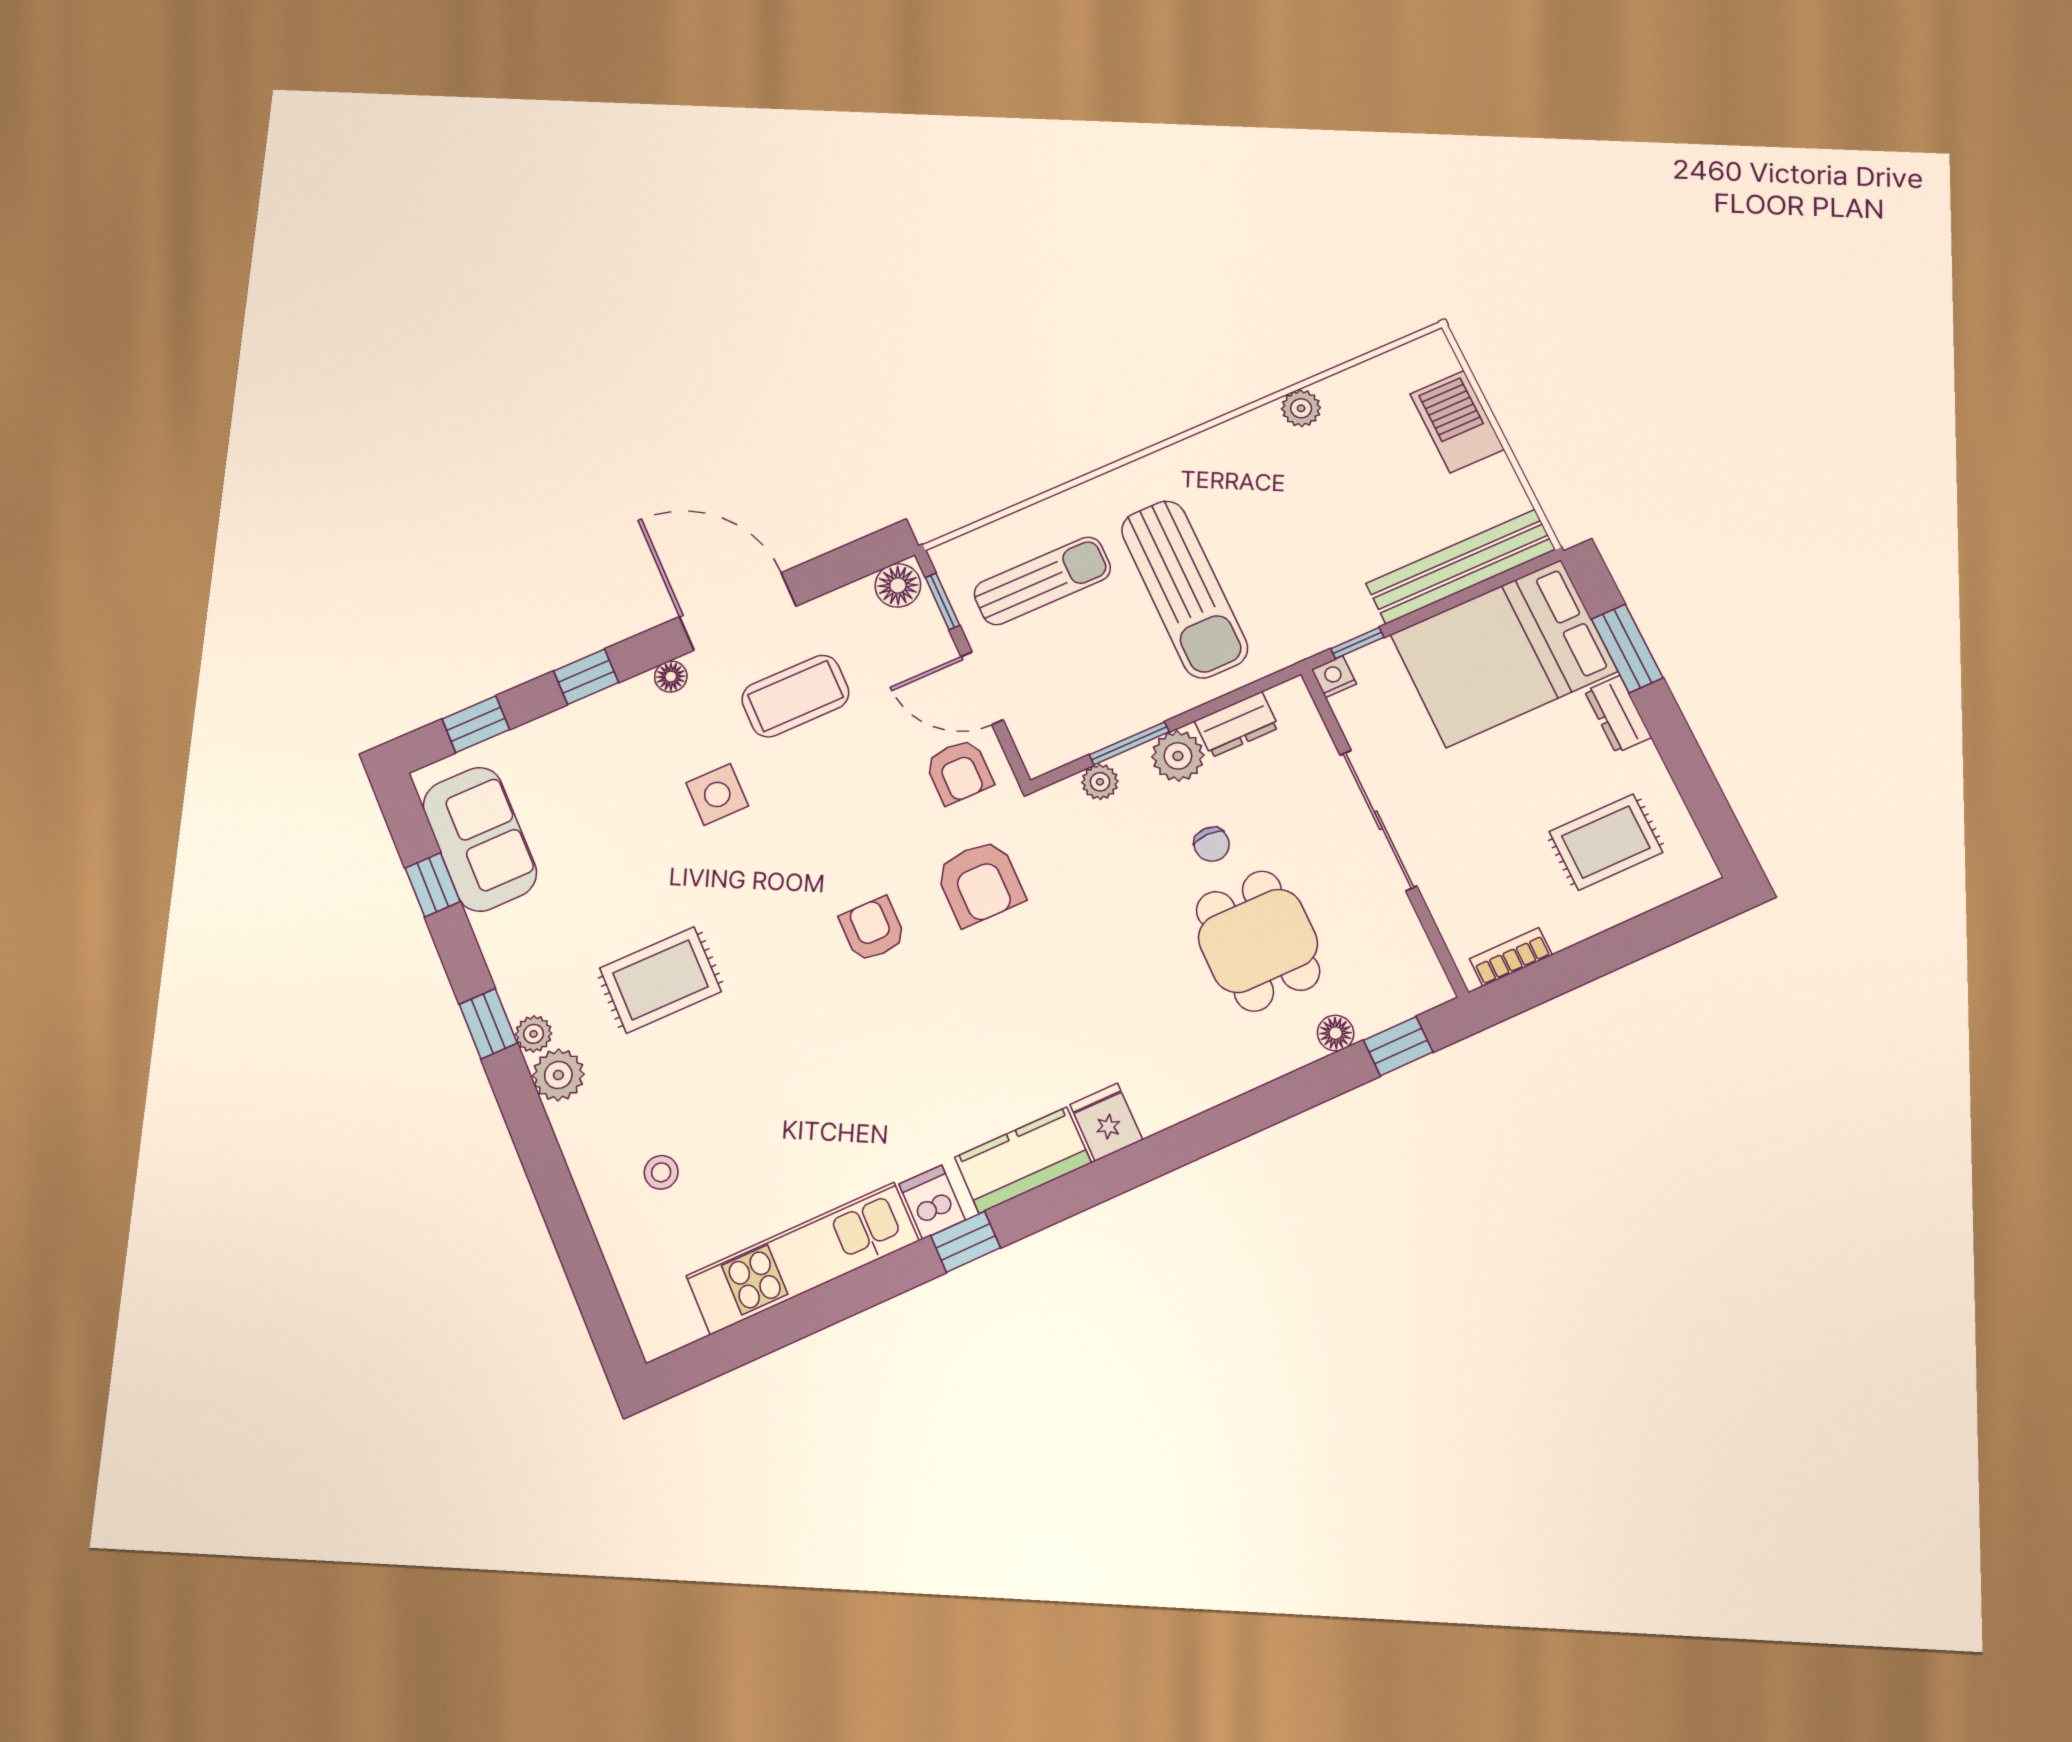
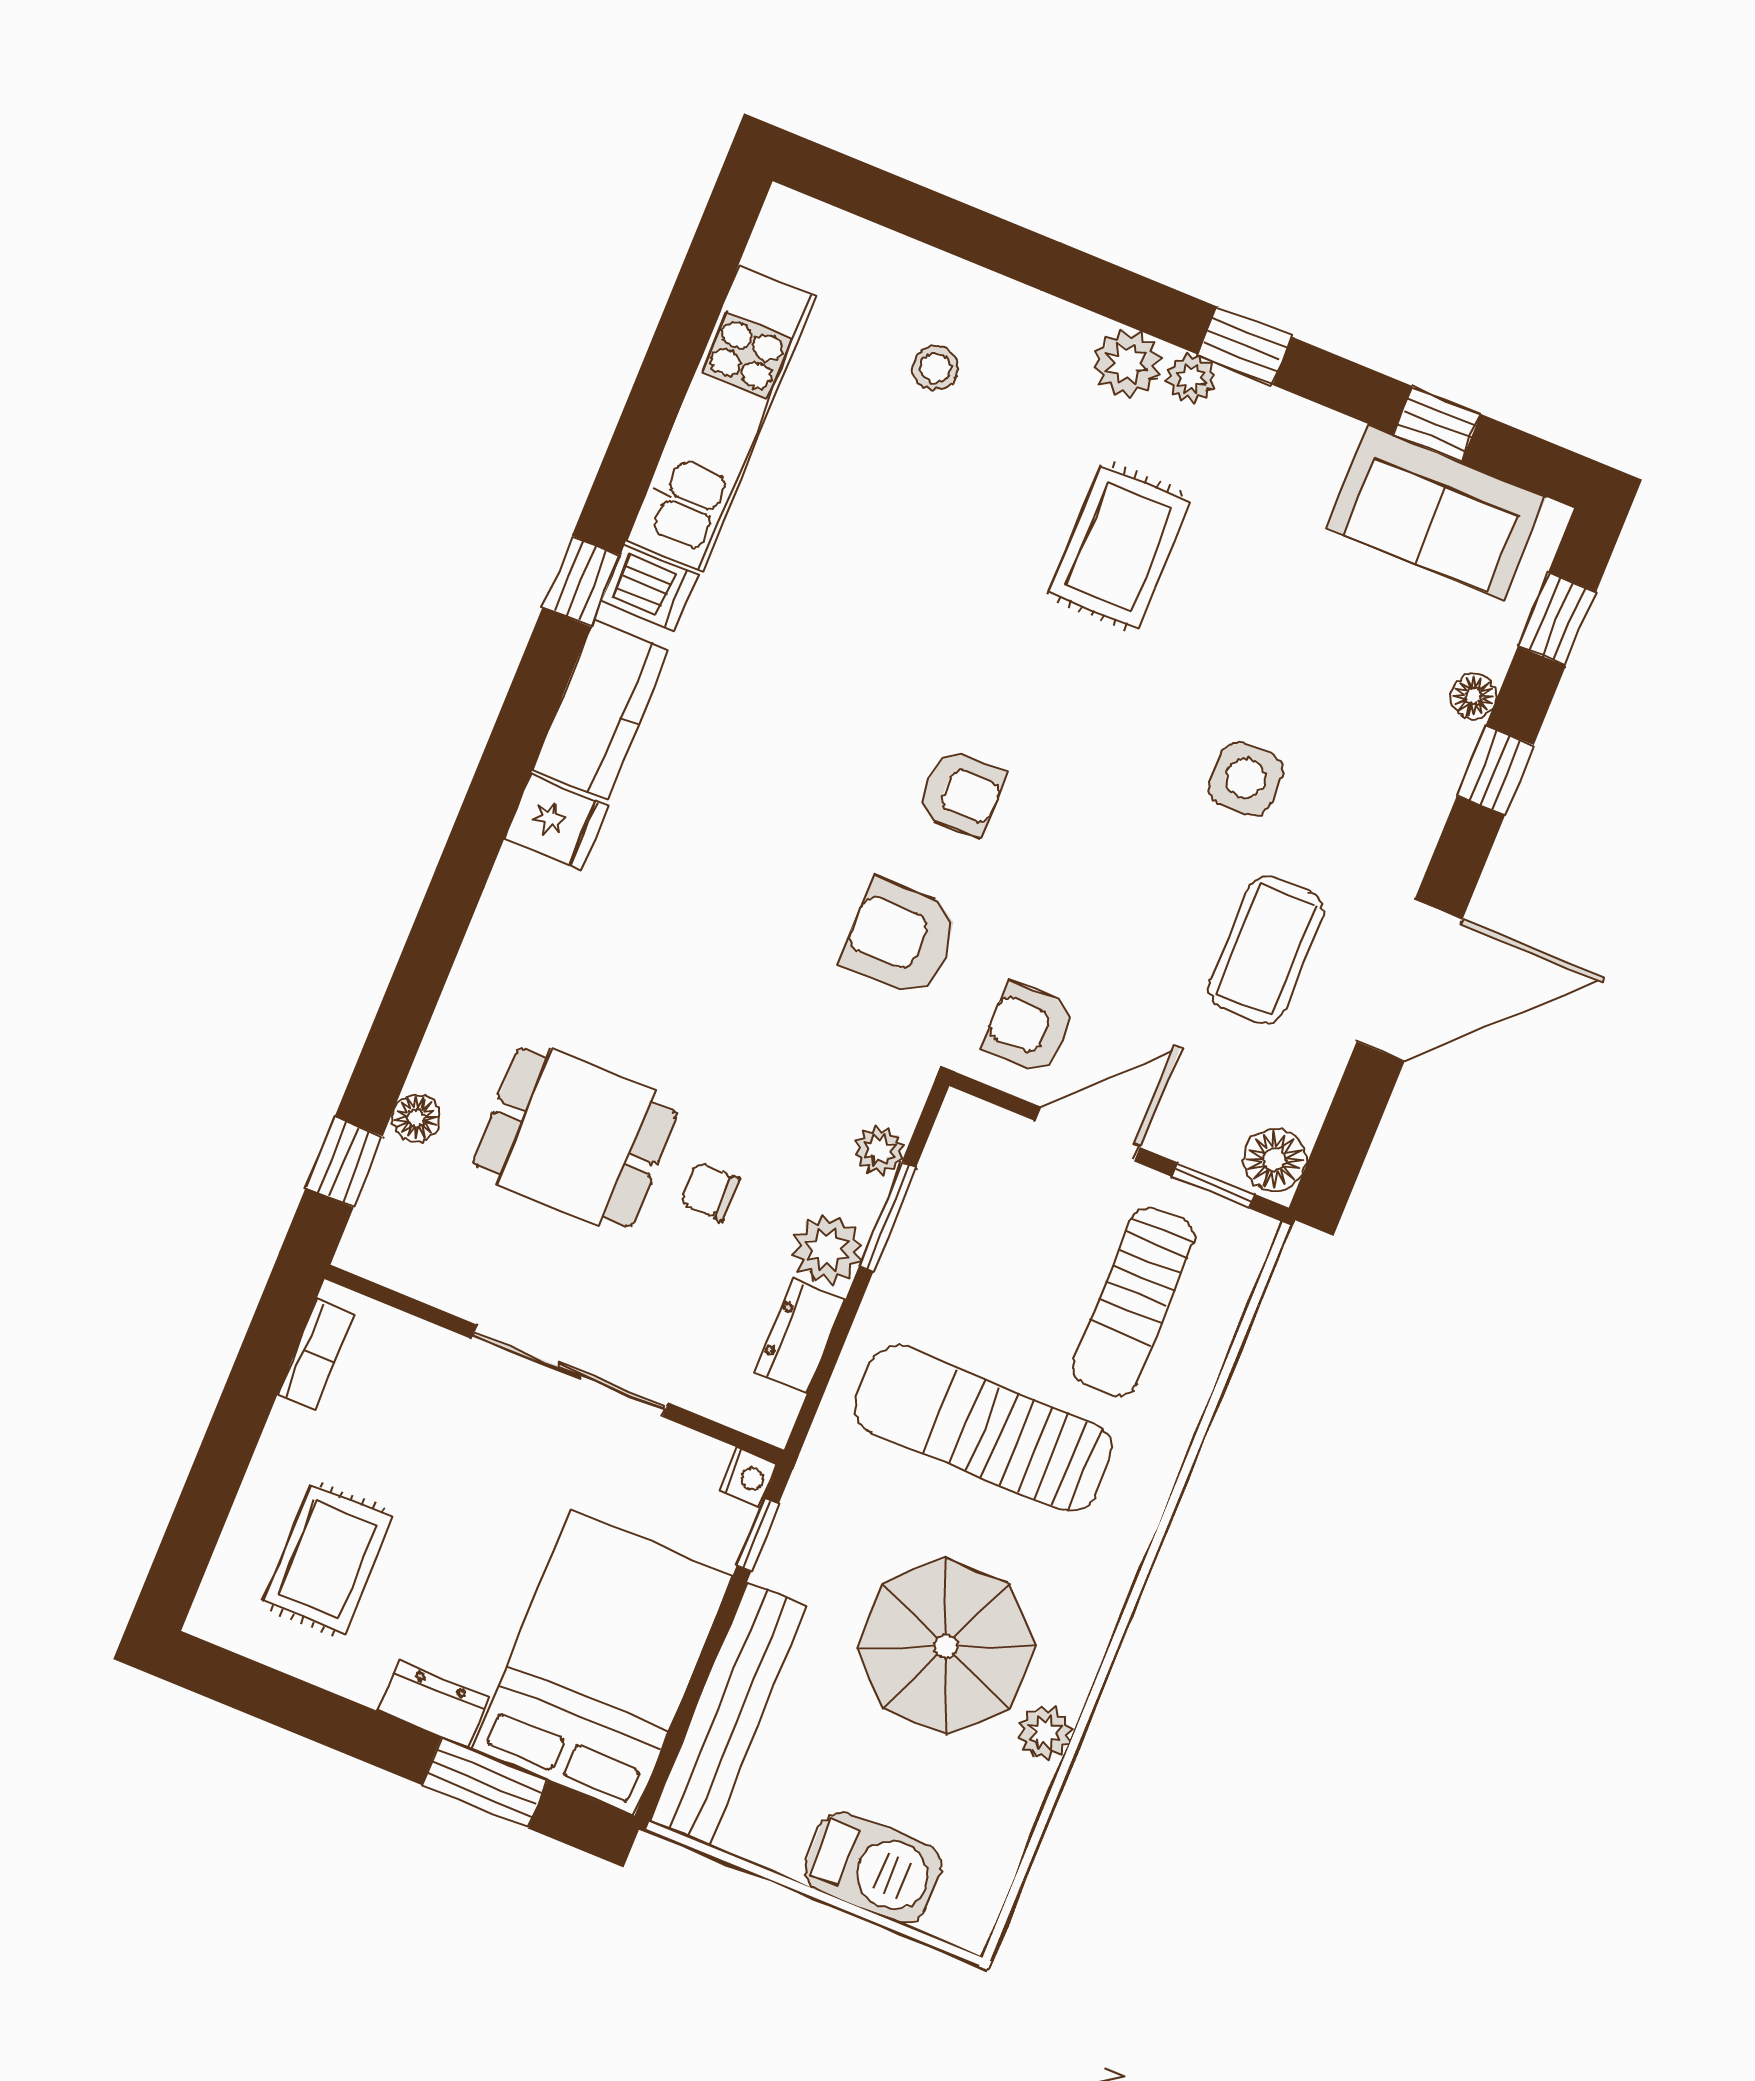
parasol: (1311, 497) -> (946, 1646), added
floor lamp: (671, 677) -> (1473, 696), moved

